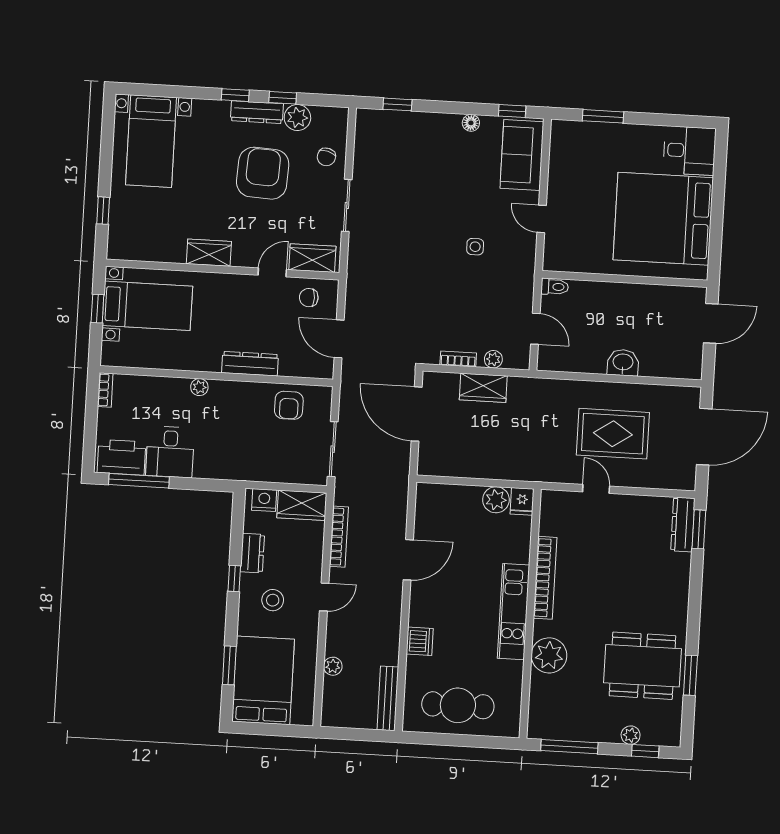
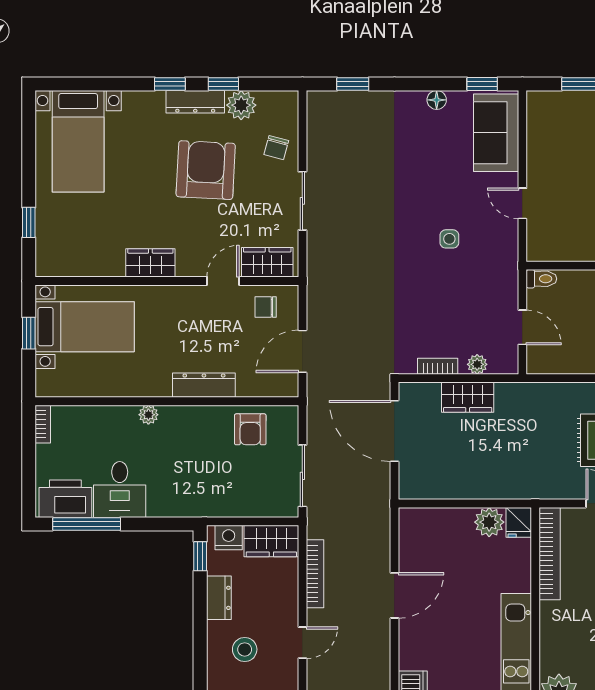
door: (339, 339) -> (302, 351), hinge flipped
bookcase: (545, 578) -> (550, 554), moved
window: (234, 579) -> (200, 556), moved

